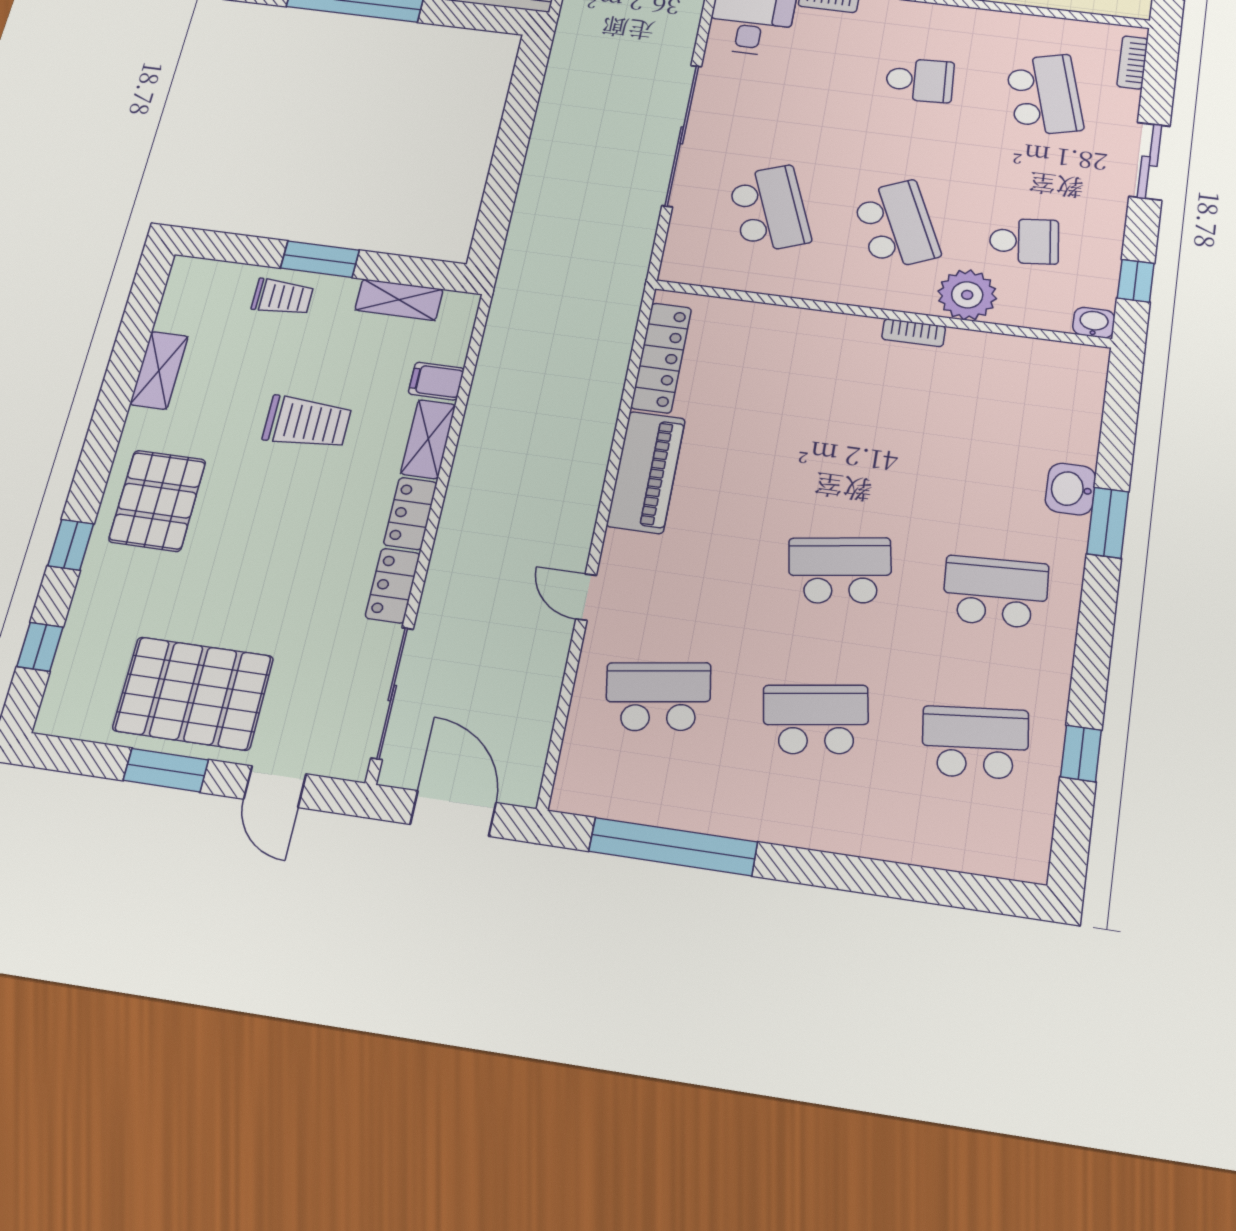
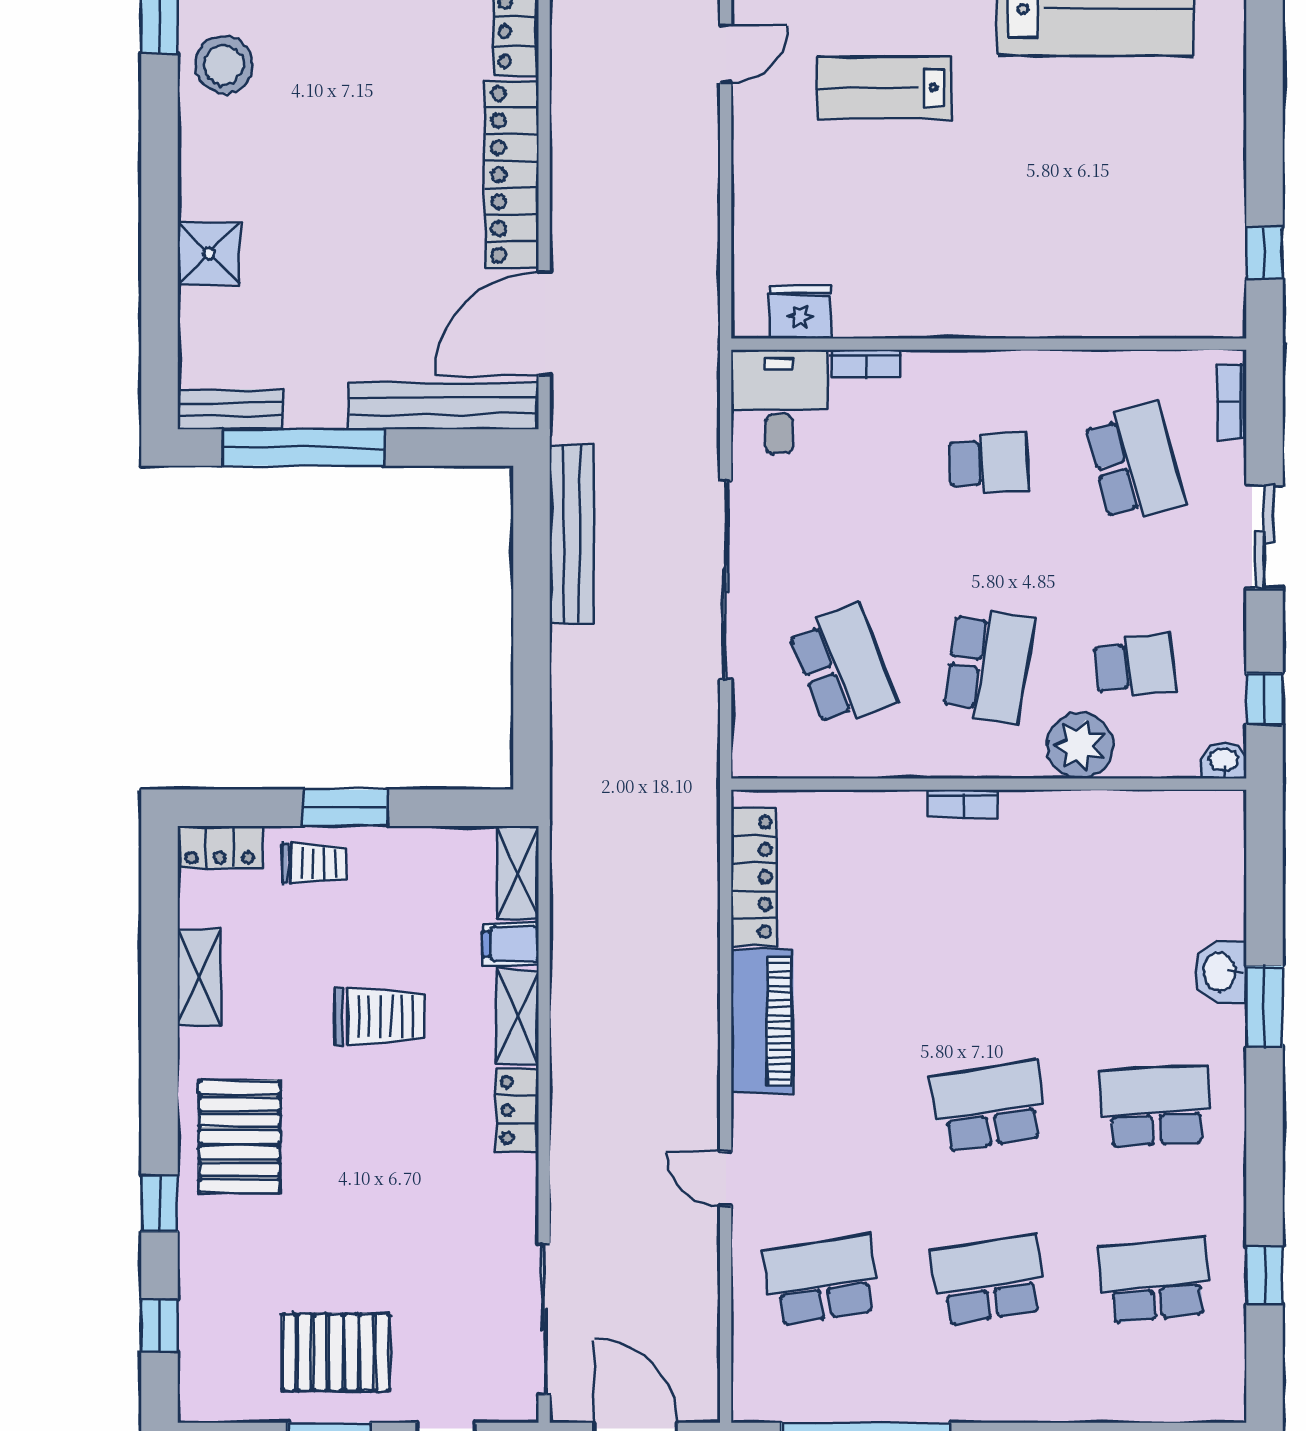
bench: (560, 88) -> (572, 534), added
school desk: (896, 225) -> (989, 666), turned 33
shelving: (399, 300) -> (518, 873), moved, turned 90
bookcase: (914, 333) -> (963, 803), moved
locker: (393, 586) -> (220, 847), moved, turned -90
pallet: (193, 693) -> (336, 1352), width x0.73, depth x0.71

